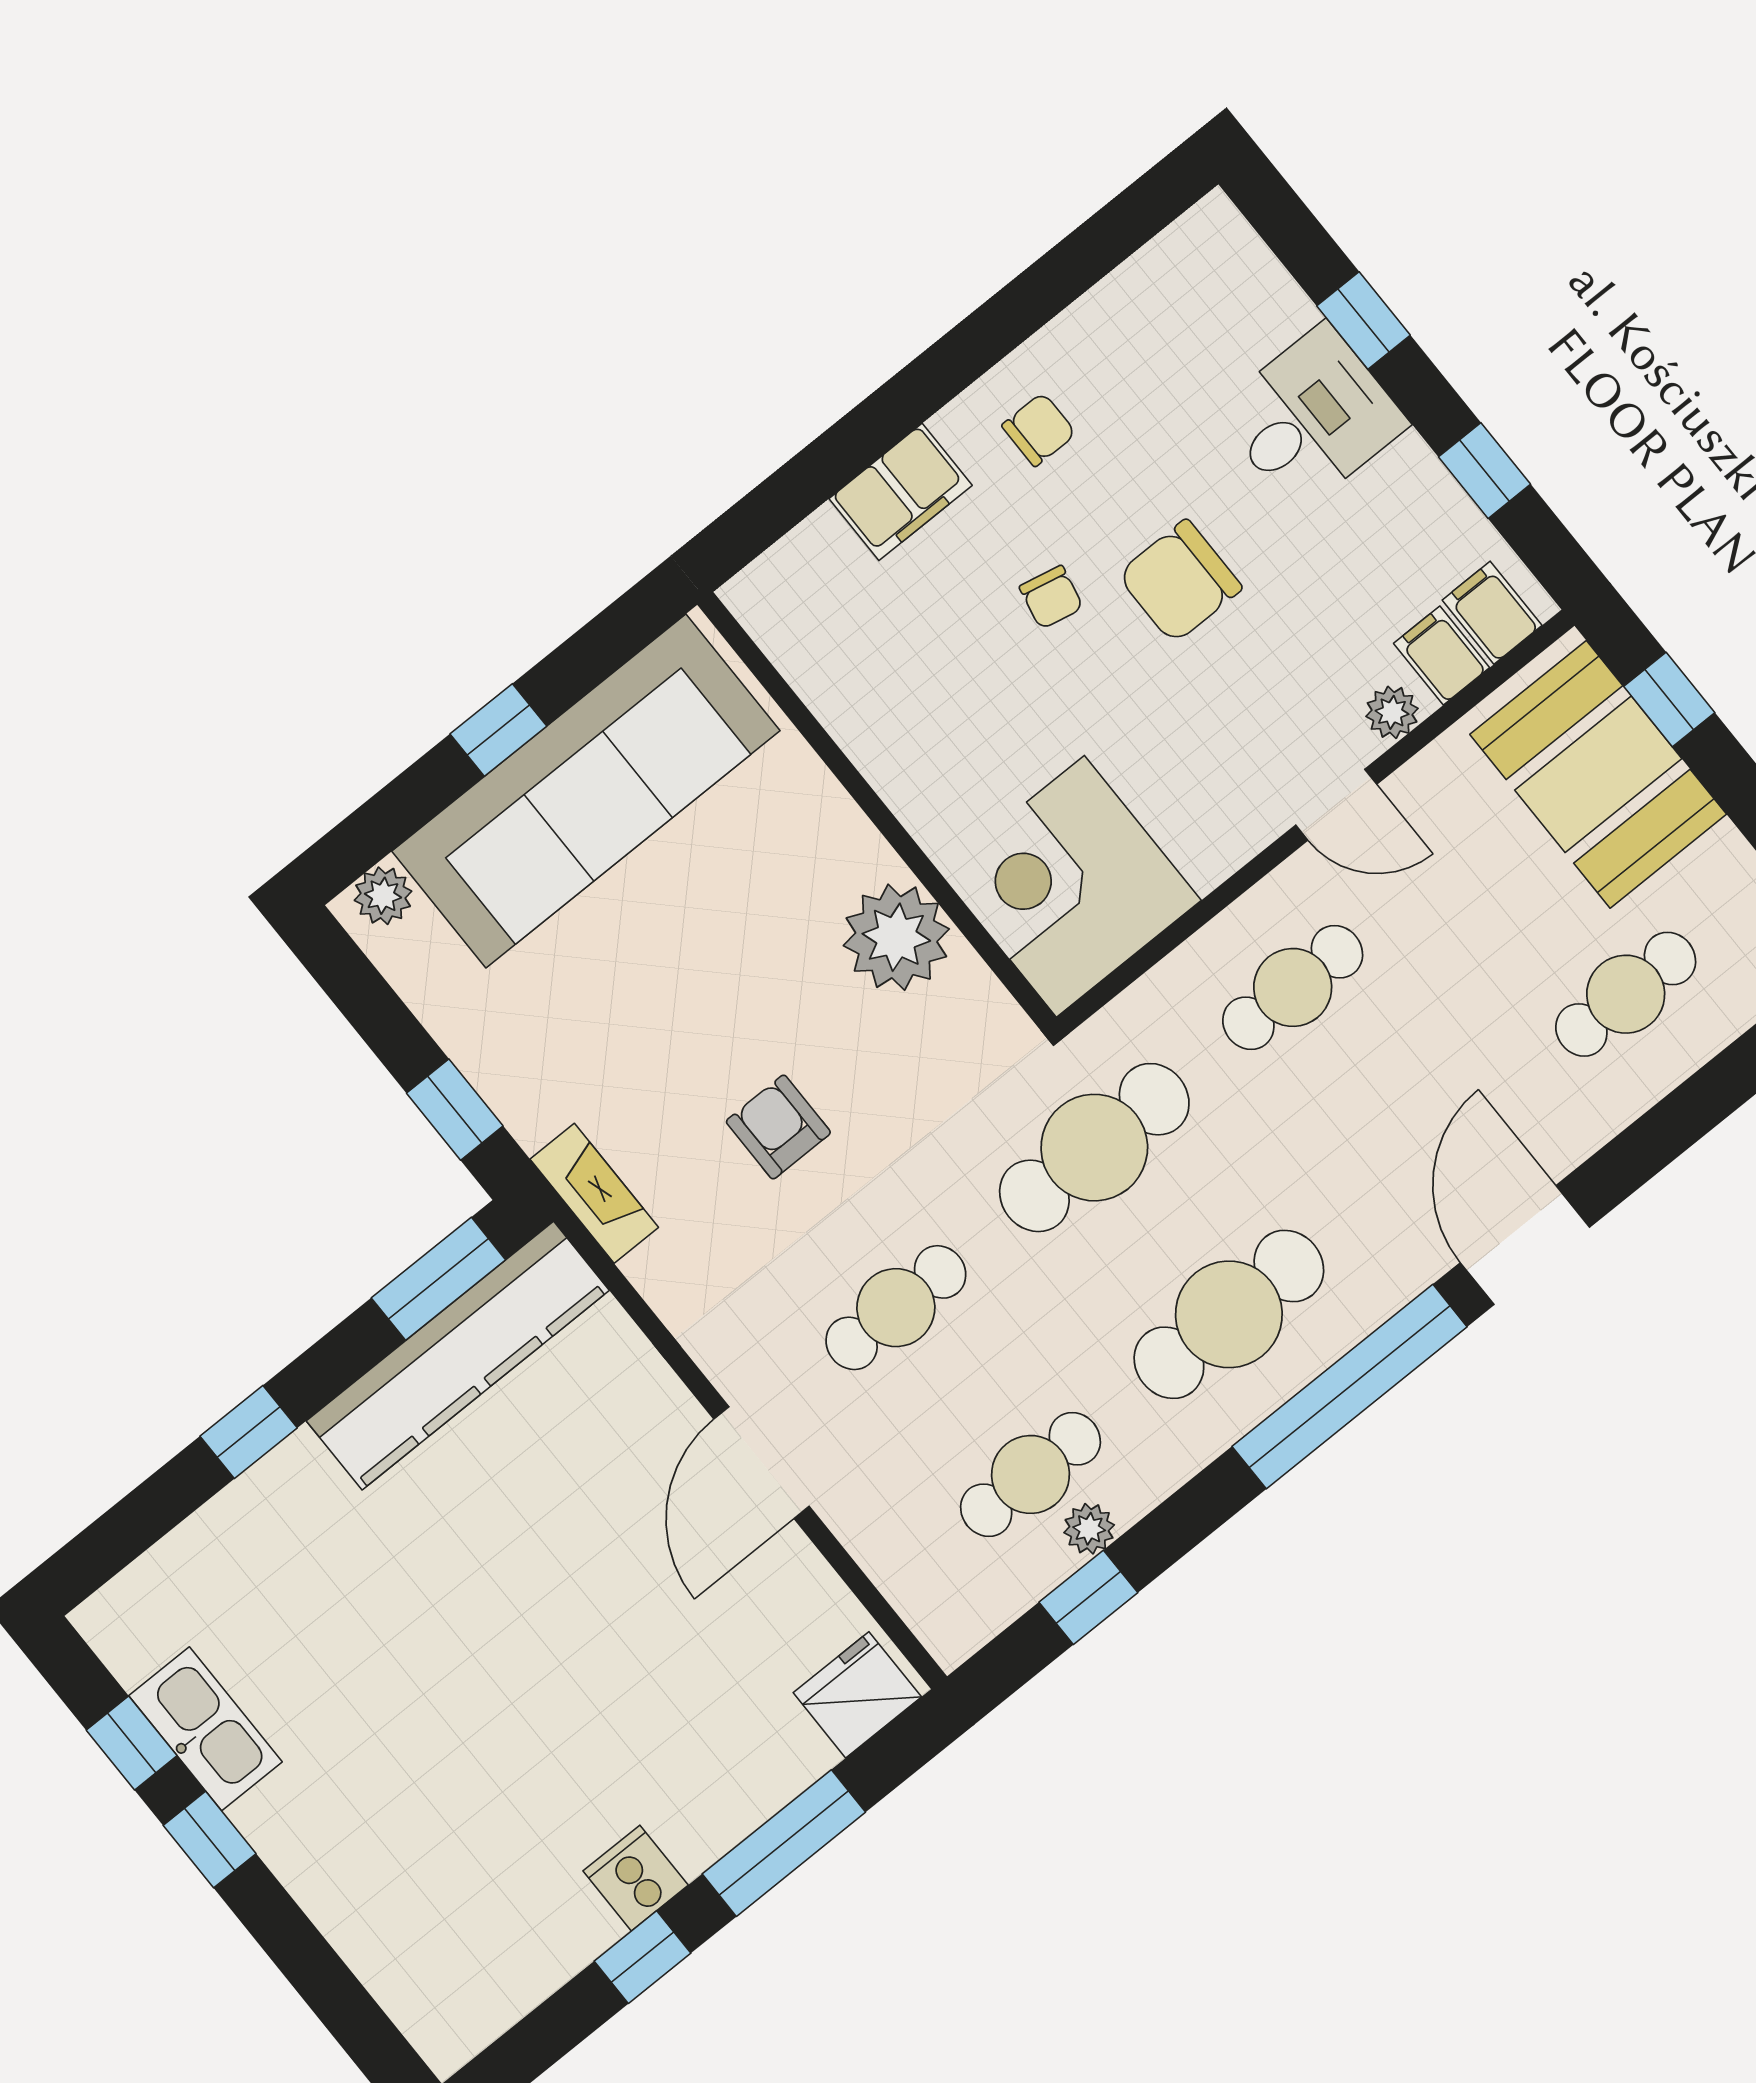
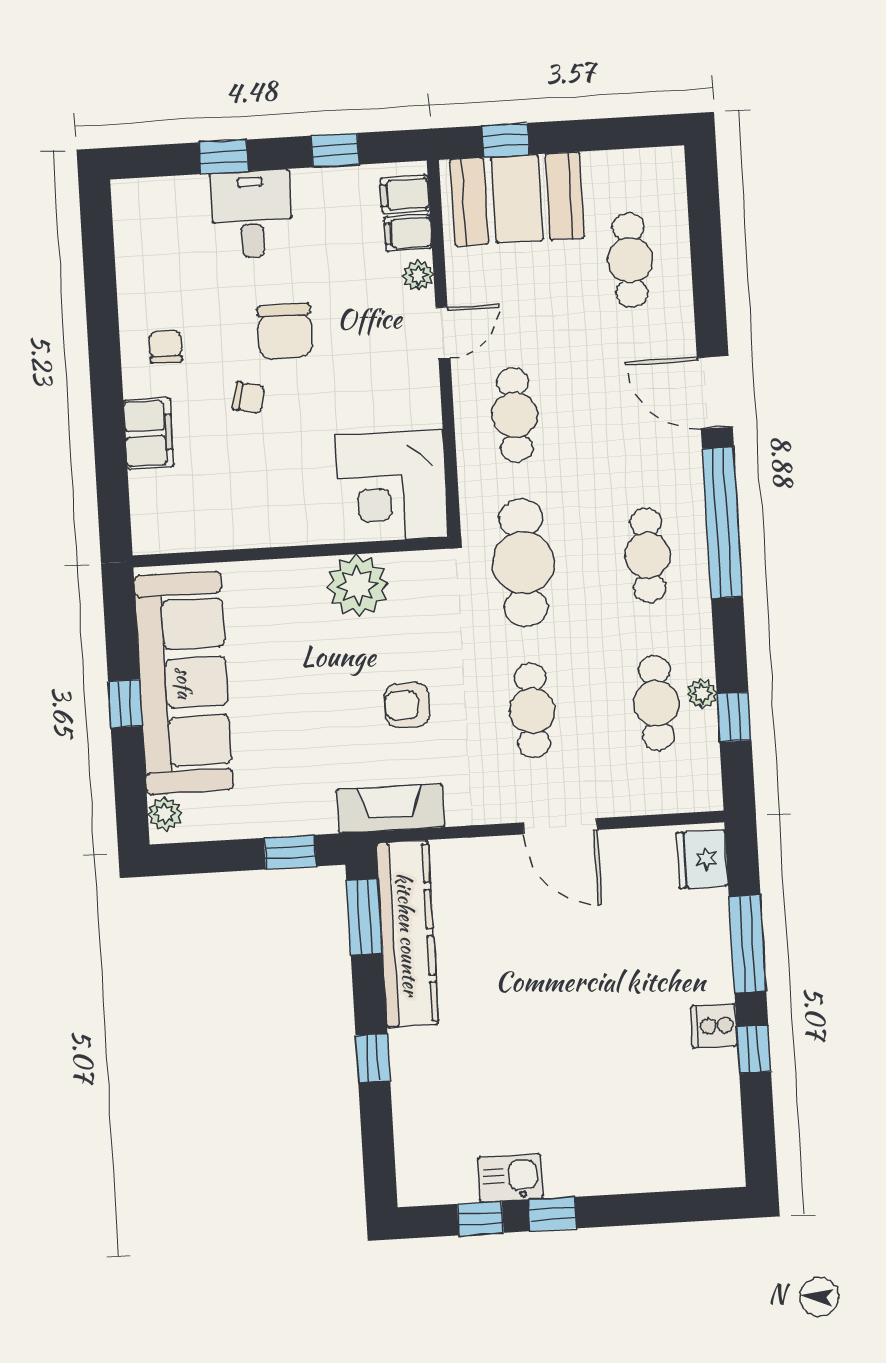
fireplace: (594, 1193) -> (391, 808), width x1.37, depth x1.32
cafe table: (1229, 1314) -> (648, 555), width x0.73, depth x0.74
kitchen sink: (205, 1729) -> (510, 1178), width x0.73

